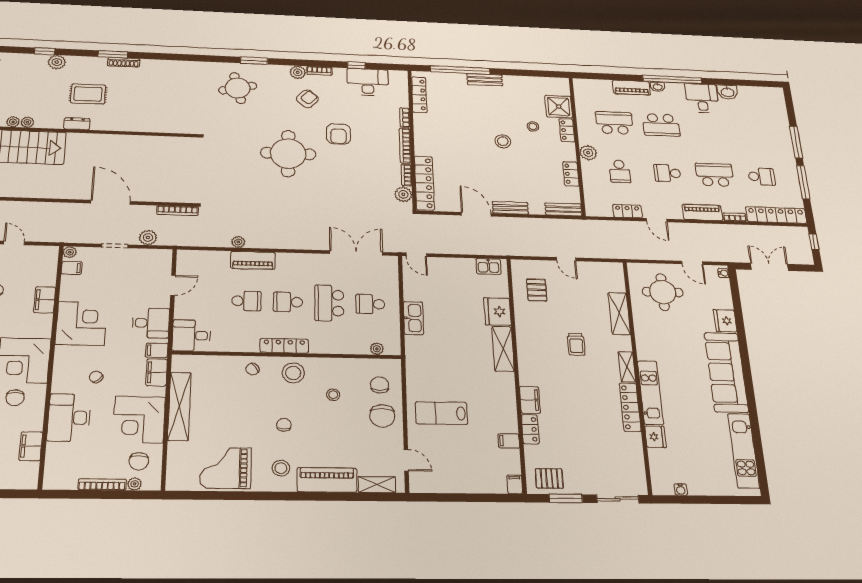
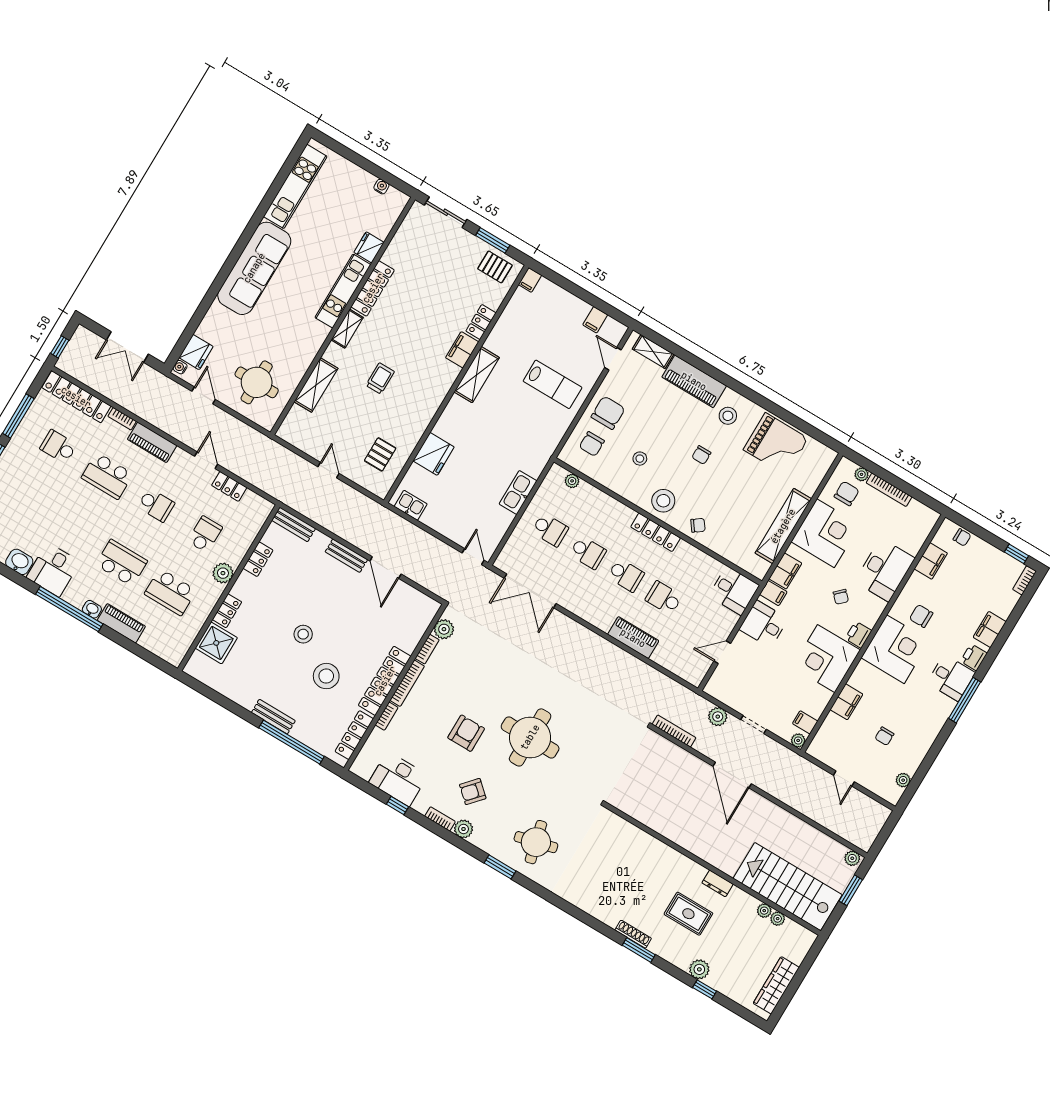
stool: (533, 126) -> (326, 676), moved, width x1.89, depth x1.89
locker: (424, 183) -> (385, 681), moved
plant: (238, 242) -> (636, 665), removed
school desk: (329, 303) -> (588, 552), width x0.54
fridge: (725, 321) -> (196, 352), moved
shelving: (503, 349) -> (477, 375), moved
printer: (63, 355) -> (858, 635), added
chair: (15, 398) -> (921, 616), turned -90
filing cabinet: (509, 441) -> (595, 320), moved, turned 90
chair: (12, 480) -> (962, 537), added

